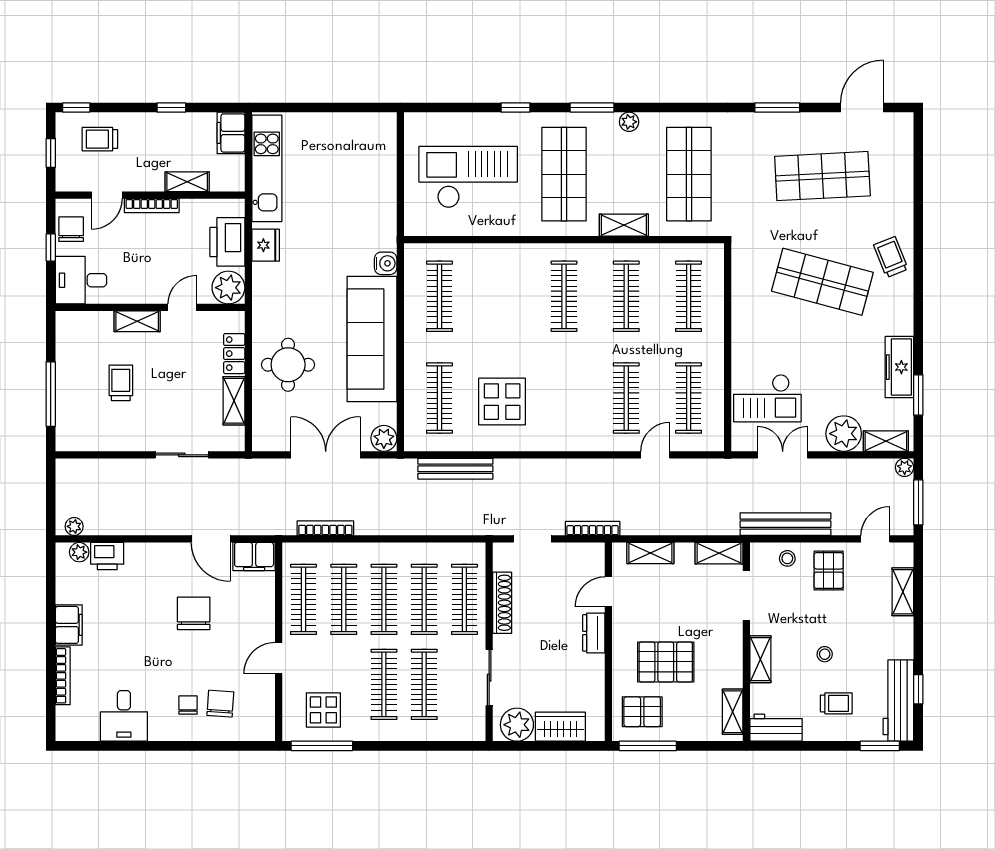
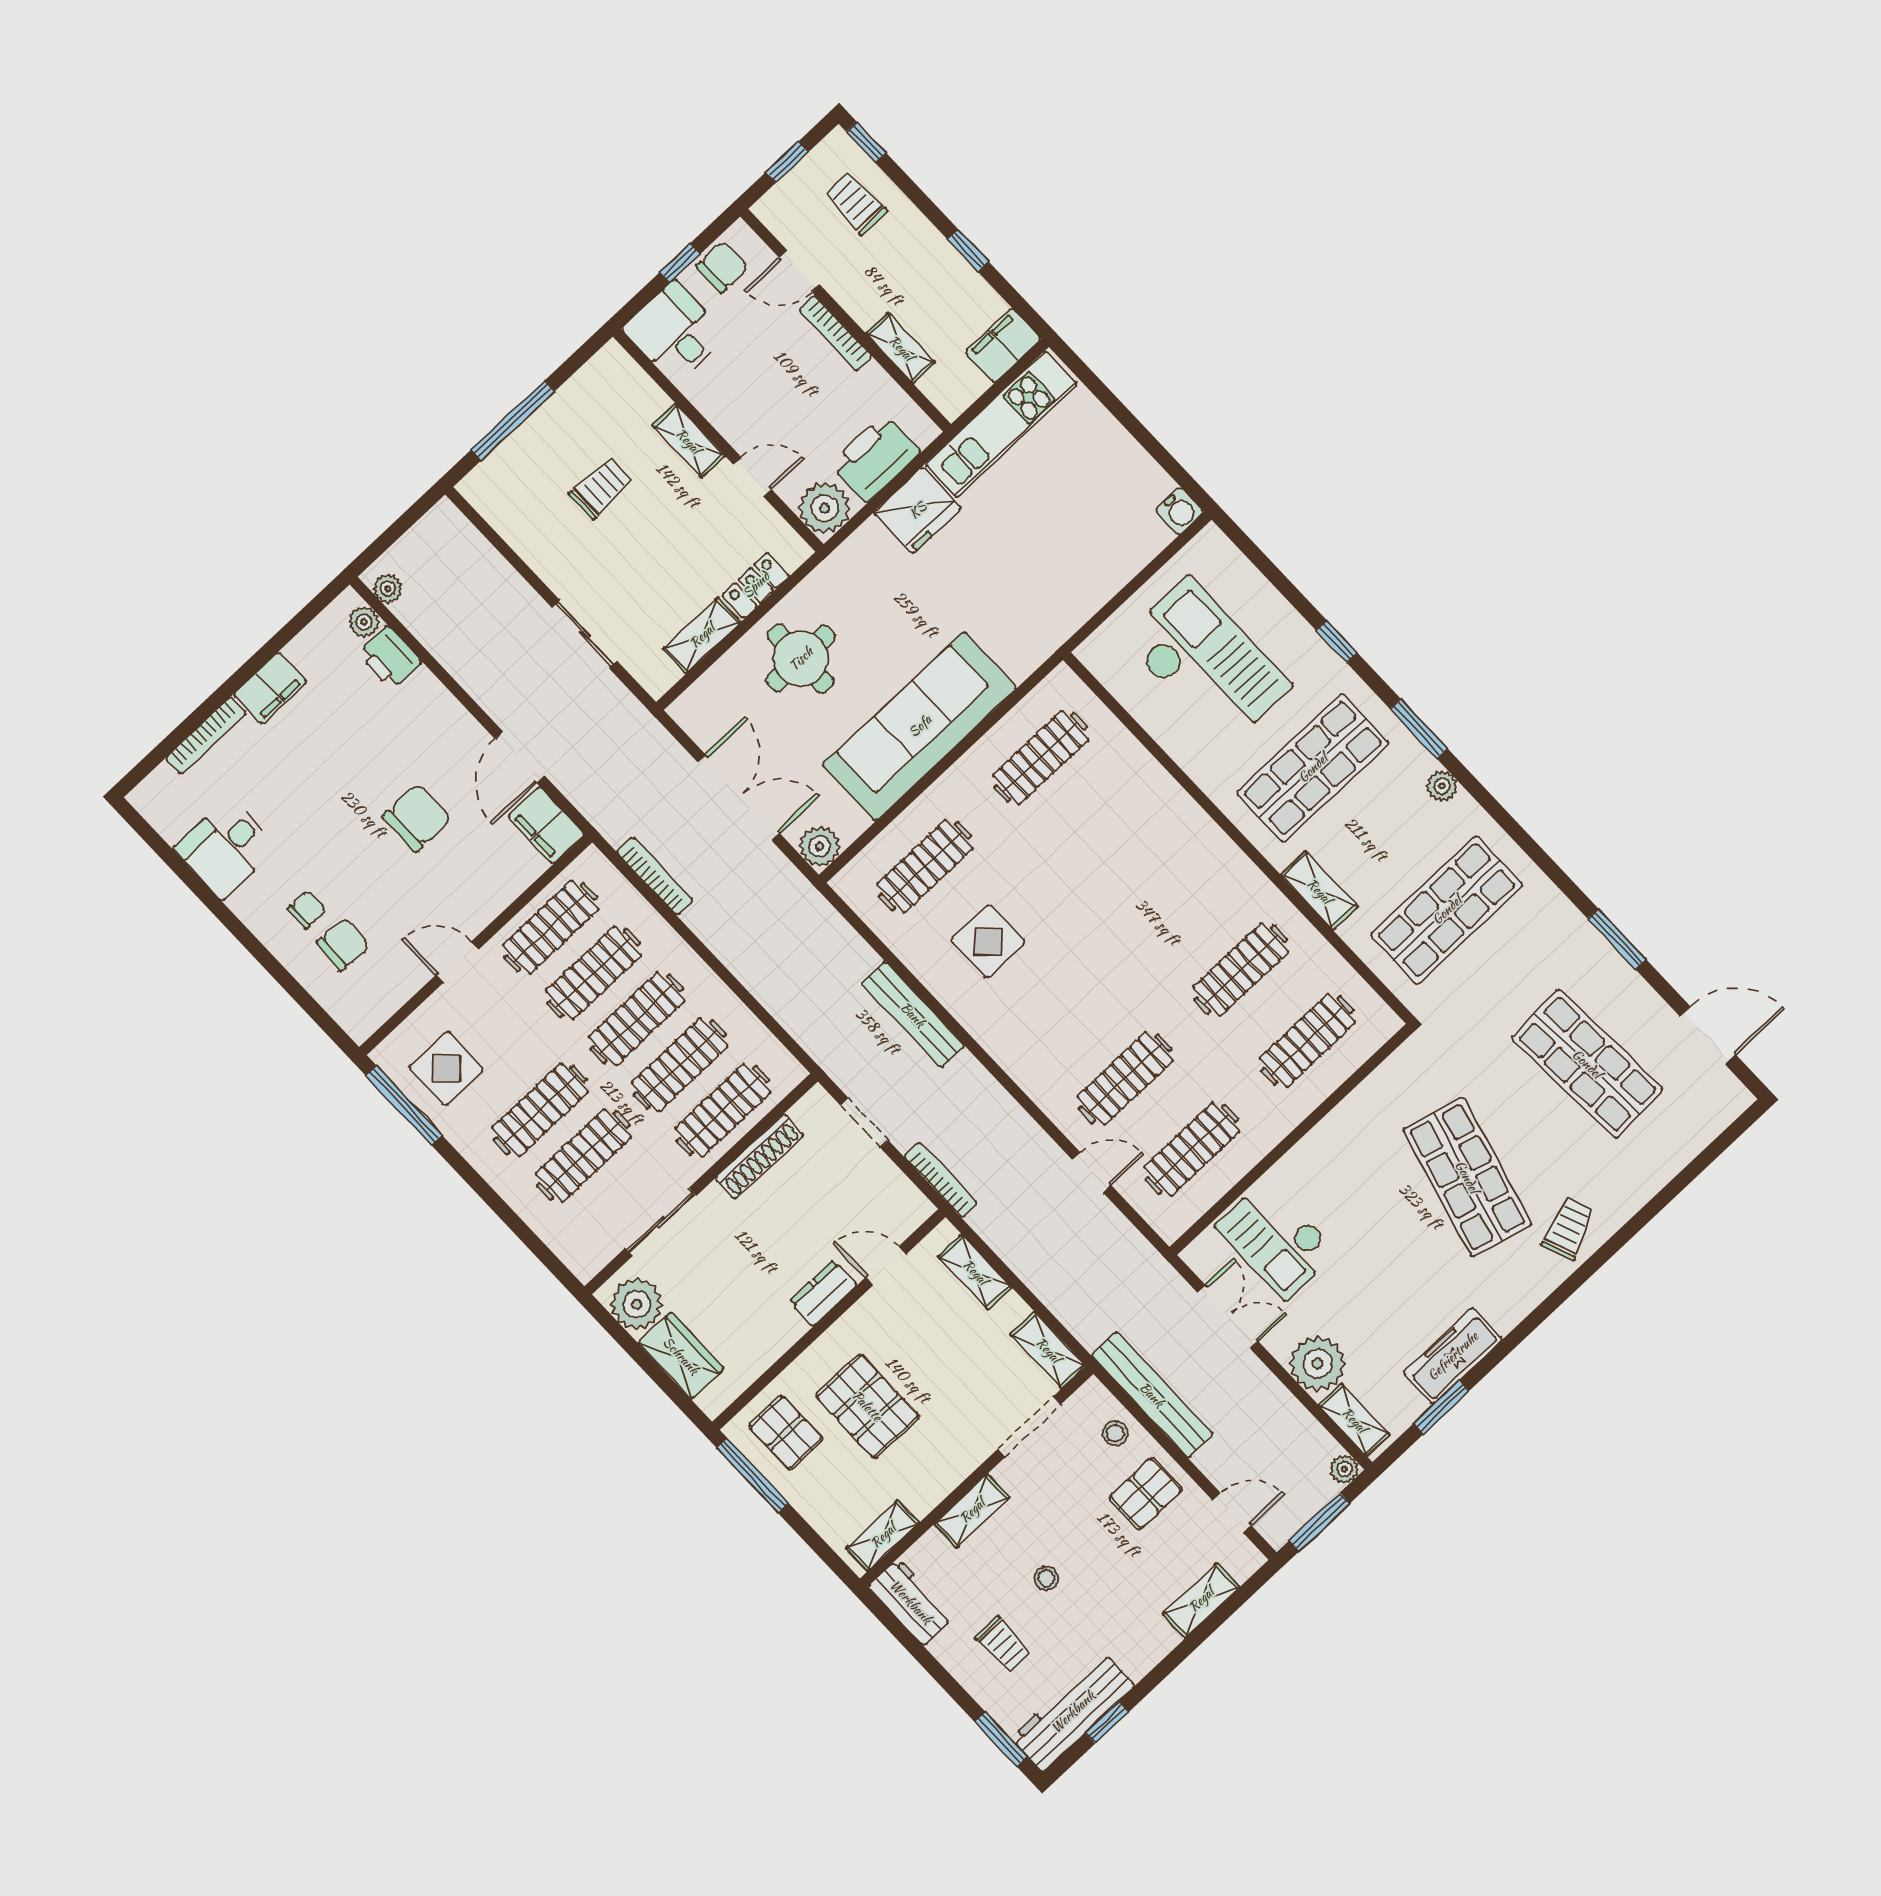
fridge: (266, 245) -> (918, 510), width x1.36, depth x1.34
water cooler: (386, 263) -> (1180, 511), moved
clothes rail: (564, 296) -> (1174, 899), removed
display table: (502, 402) -> (988, 941), width x0.73, depth x0.73
bench: (455, 469) -> (913, 1015), moved

